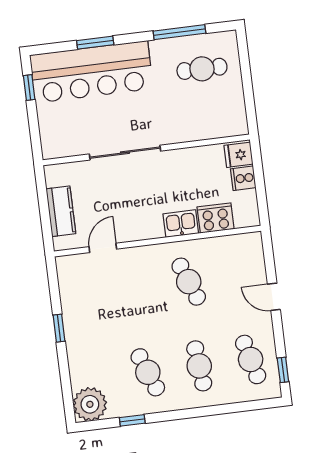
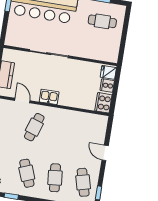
cooker: (216, 218) -> (103, 103), moved, turned -90
kitchen sink: (181, 224) -> (49, 97), moved
door: (103, 248) -> (22, 101), hinge flipped
cafe table: (189, 282) -> (34, 127), moved, turned 39

